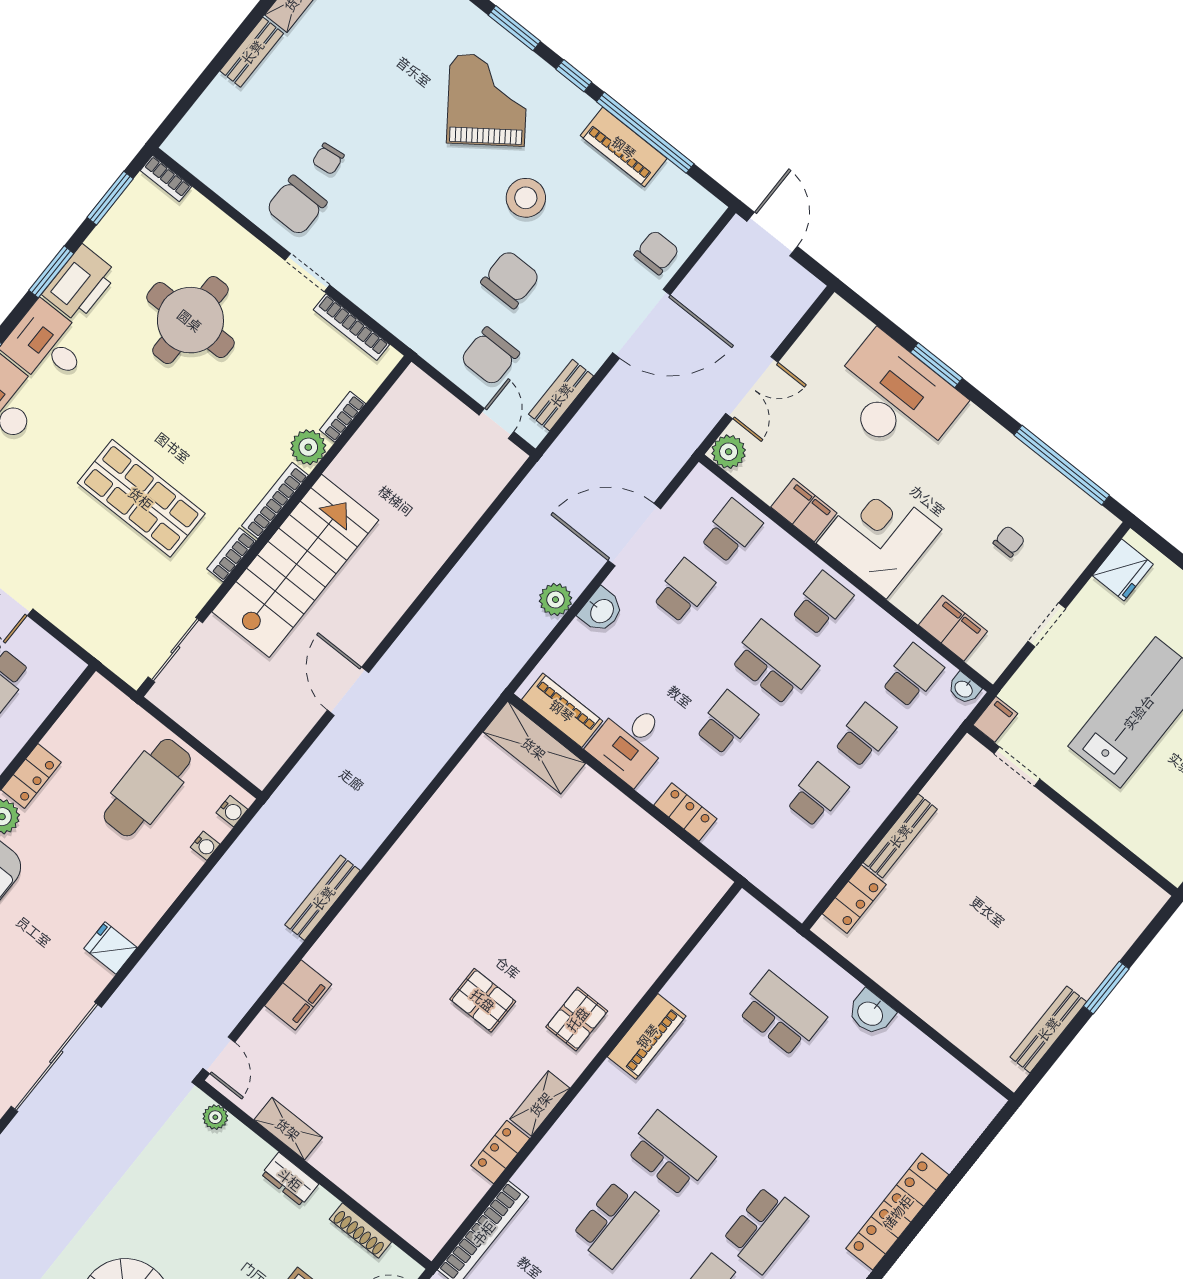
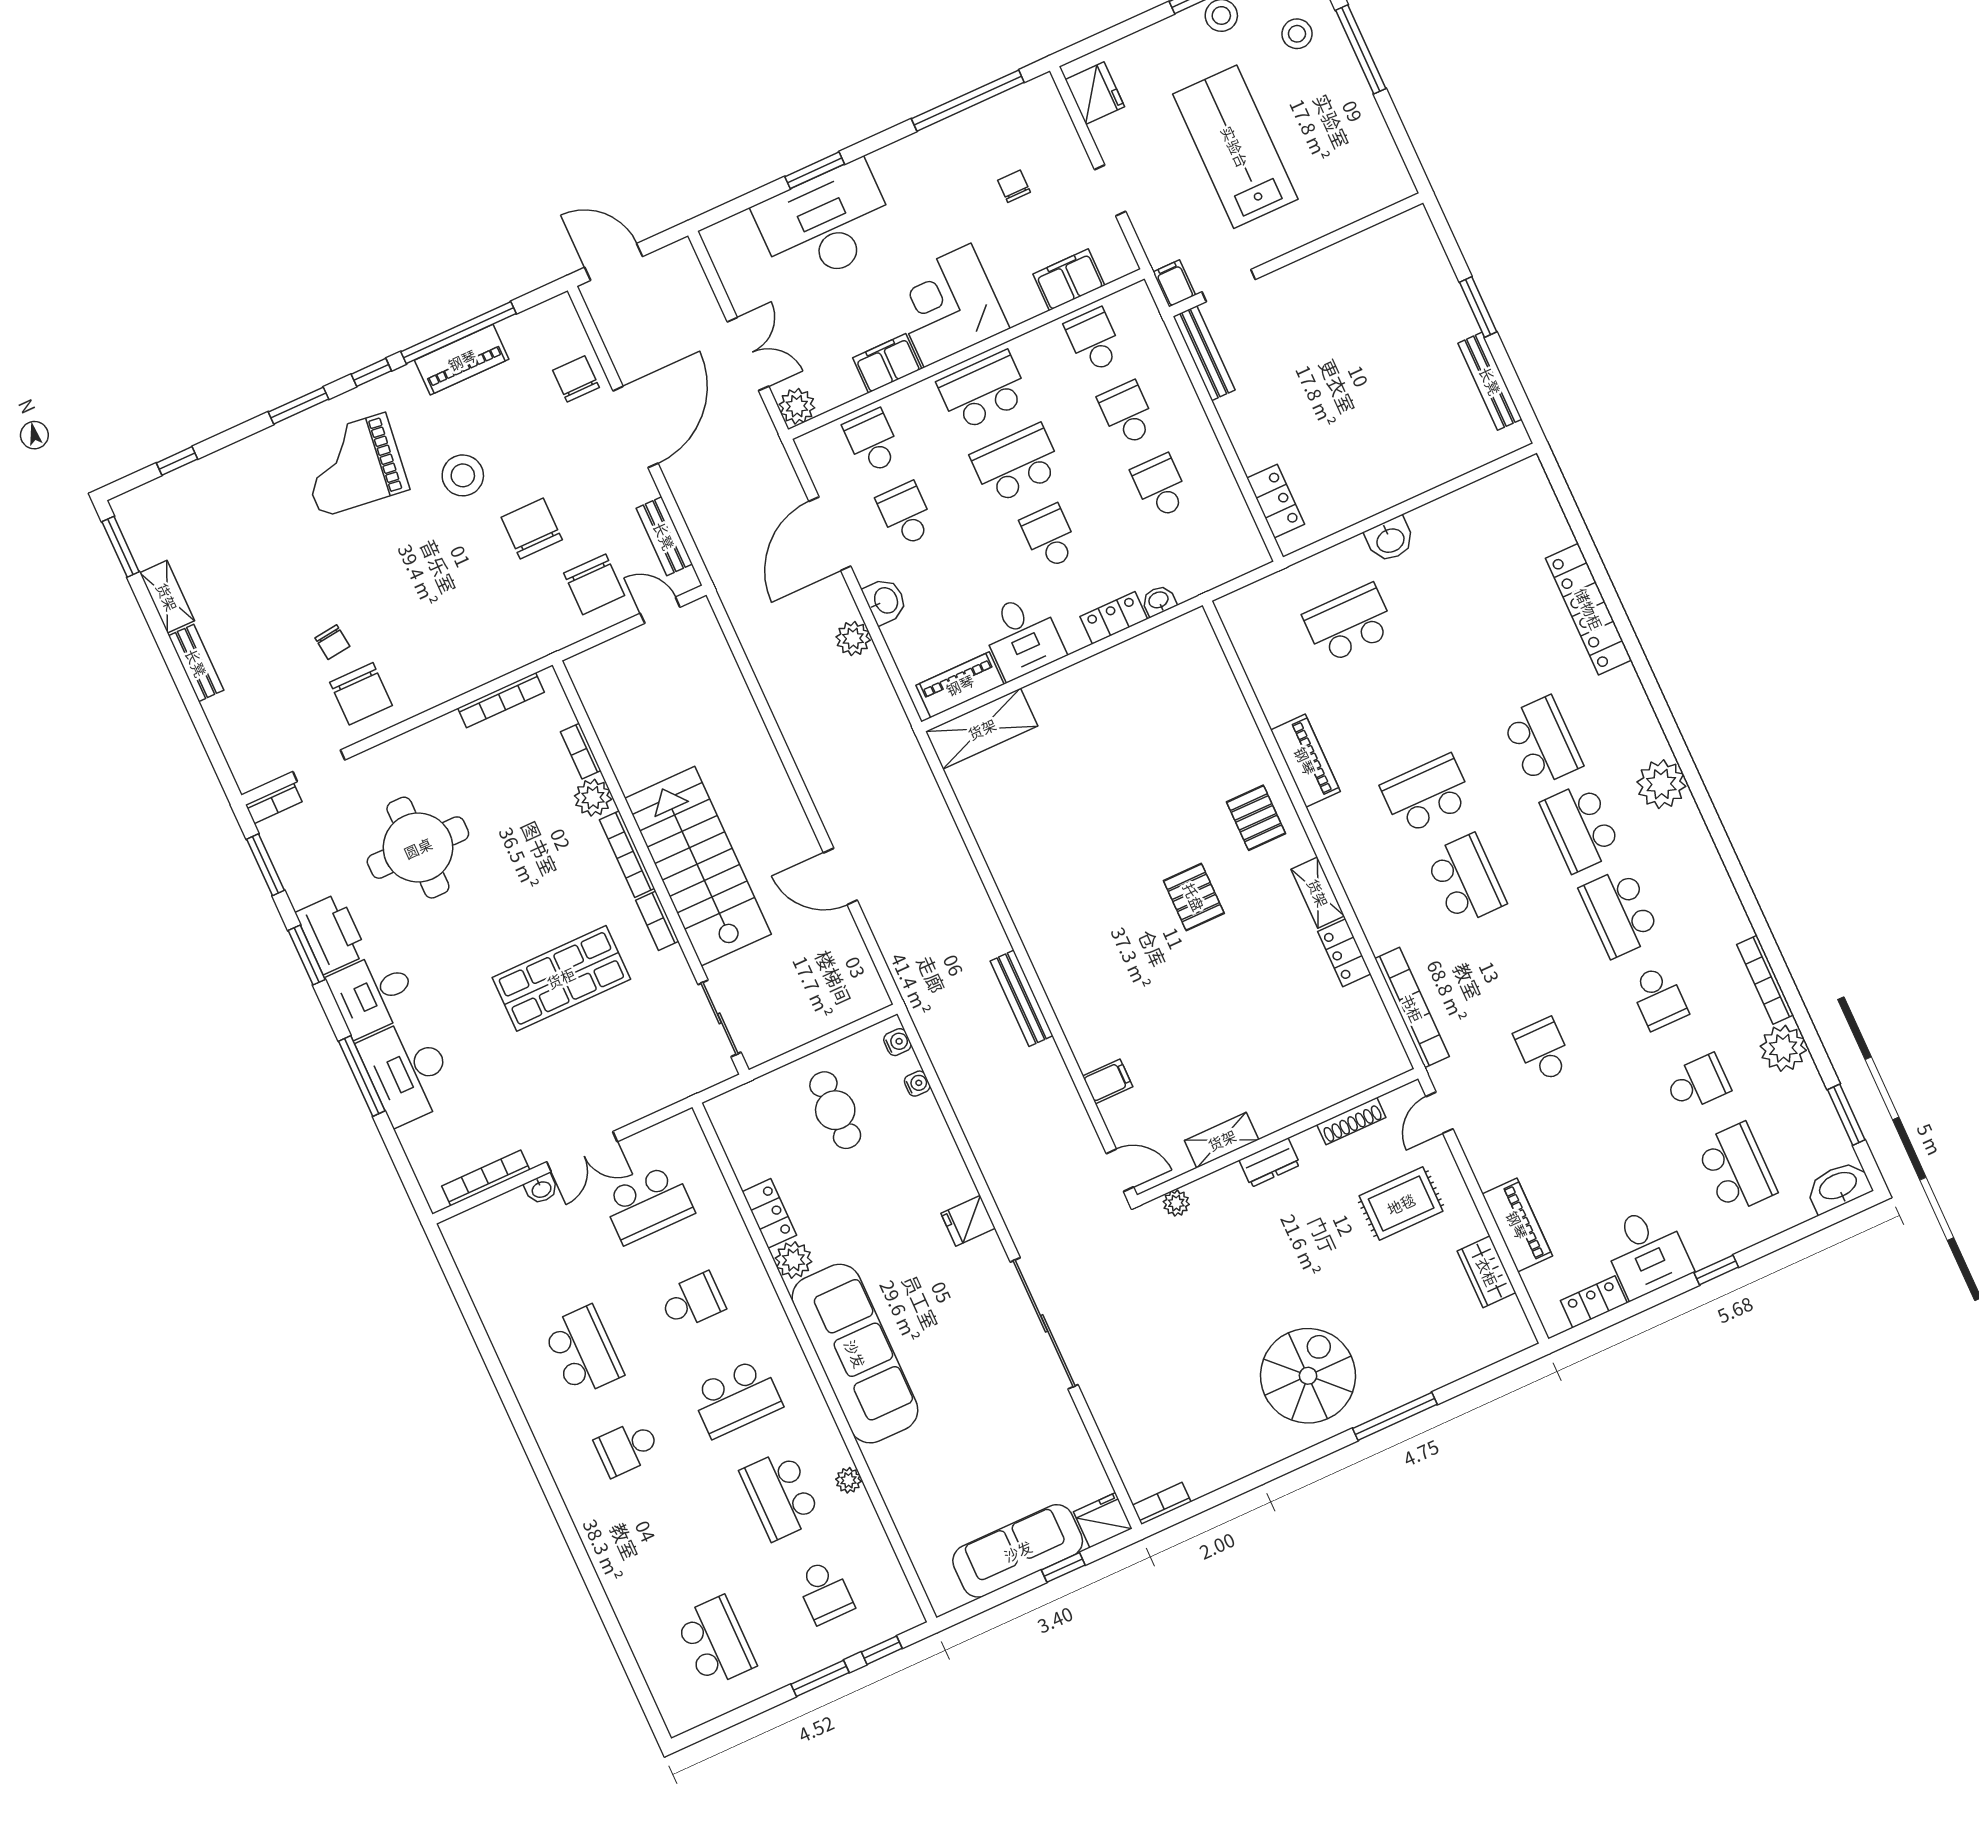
grand piano: (487, 100) -> (353, 465), turned -47
doorway: (307, 272) -> (319, 766), moved
school desk: (822, 603) -> (983, 391), width x1.85
washbasin: (964, 689) -> (1159, 601), moved, turned 180
cafe table: (147, 788) -> (835, 1110), width x0.73, depth x0.74
bench: (900, 836) -> (1204, 353), moved
filing cabinet: (298, 995) -> (1108, 1081), width x0.50
pallet: (483, 1000) -> (1194, 897), turned 90

